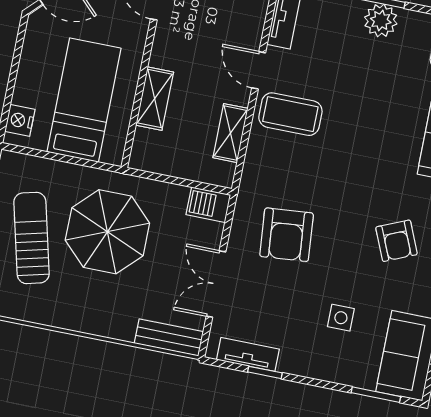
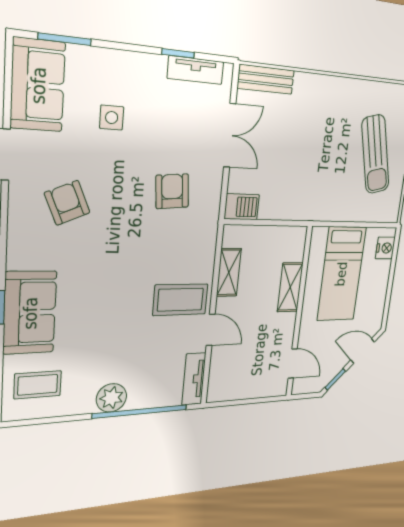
parasol: (107, 232) -> (320, 169), removed
armchair: (287, 235) -> (172, 191), width x0.72, depth x0.72

